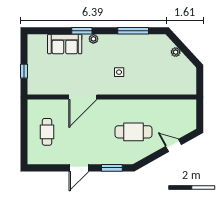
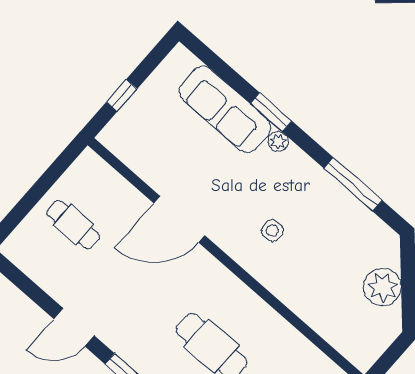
sofa: (65, 44) -> (225, 109), width x1.36
plant: (176, 52) -> (382, 287), width x1.87, depth x1.87
cafe table: (47, 132) -> (73, 225), turned 90

